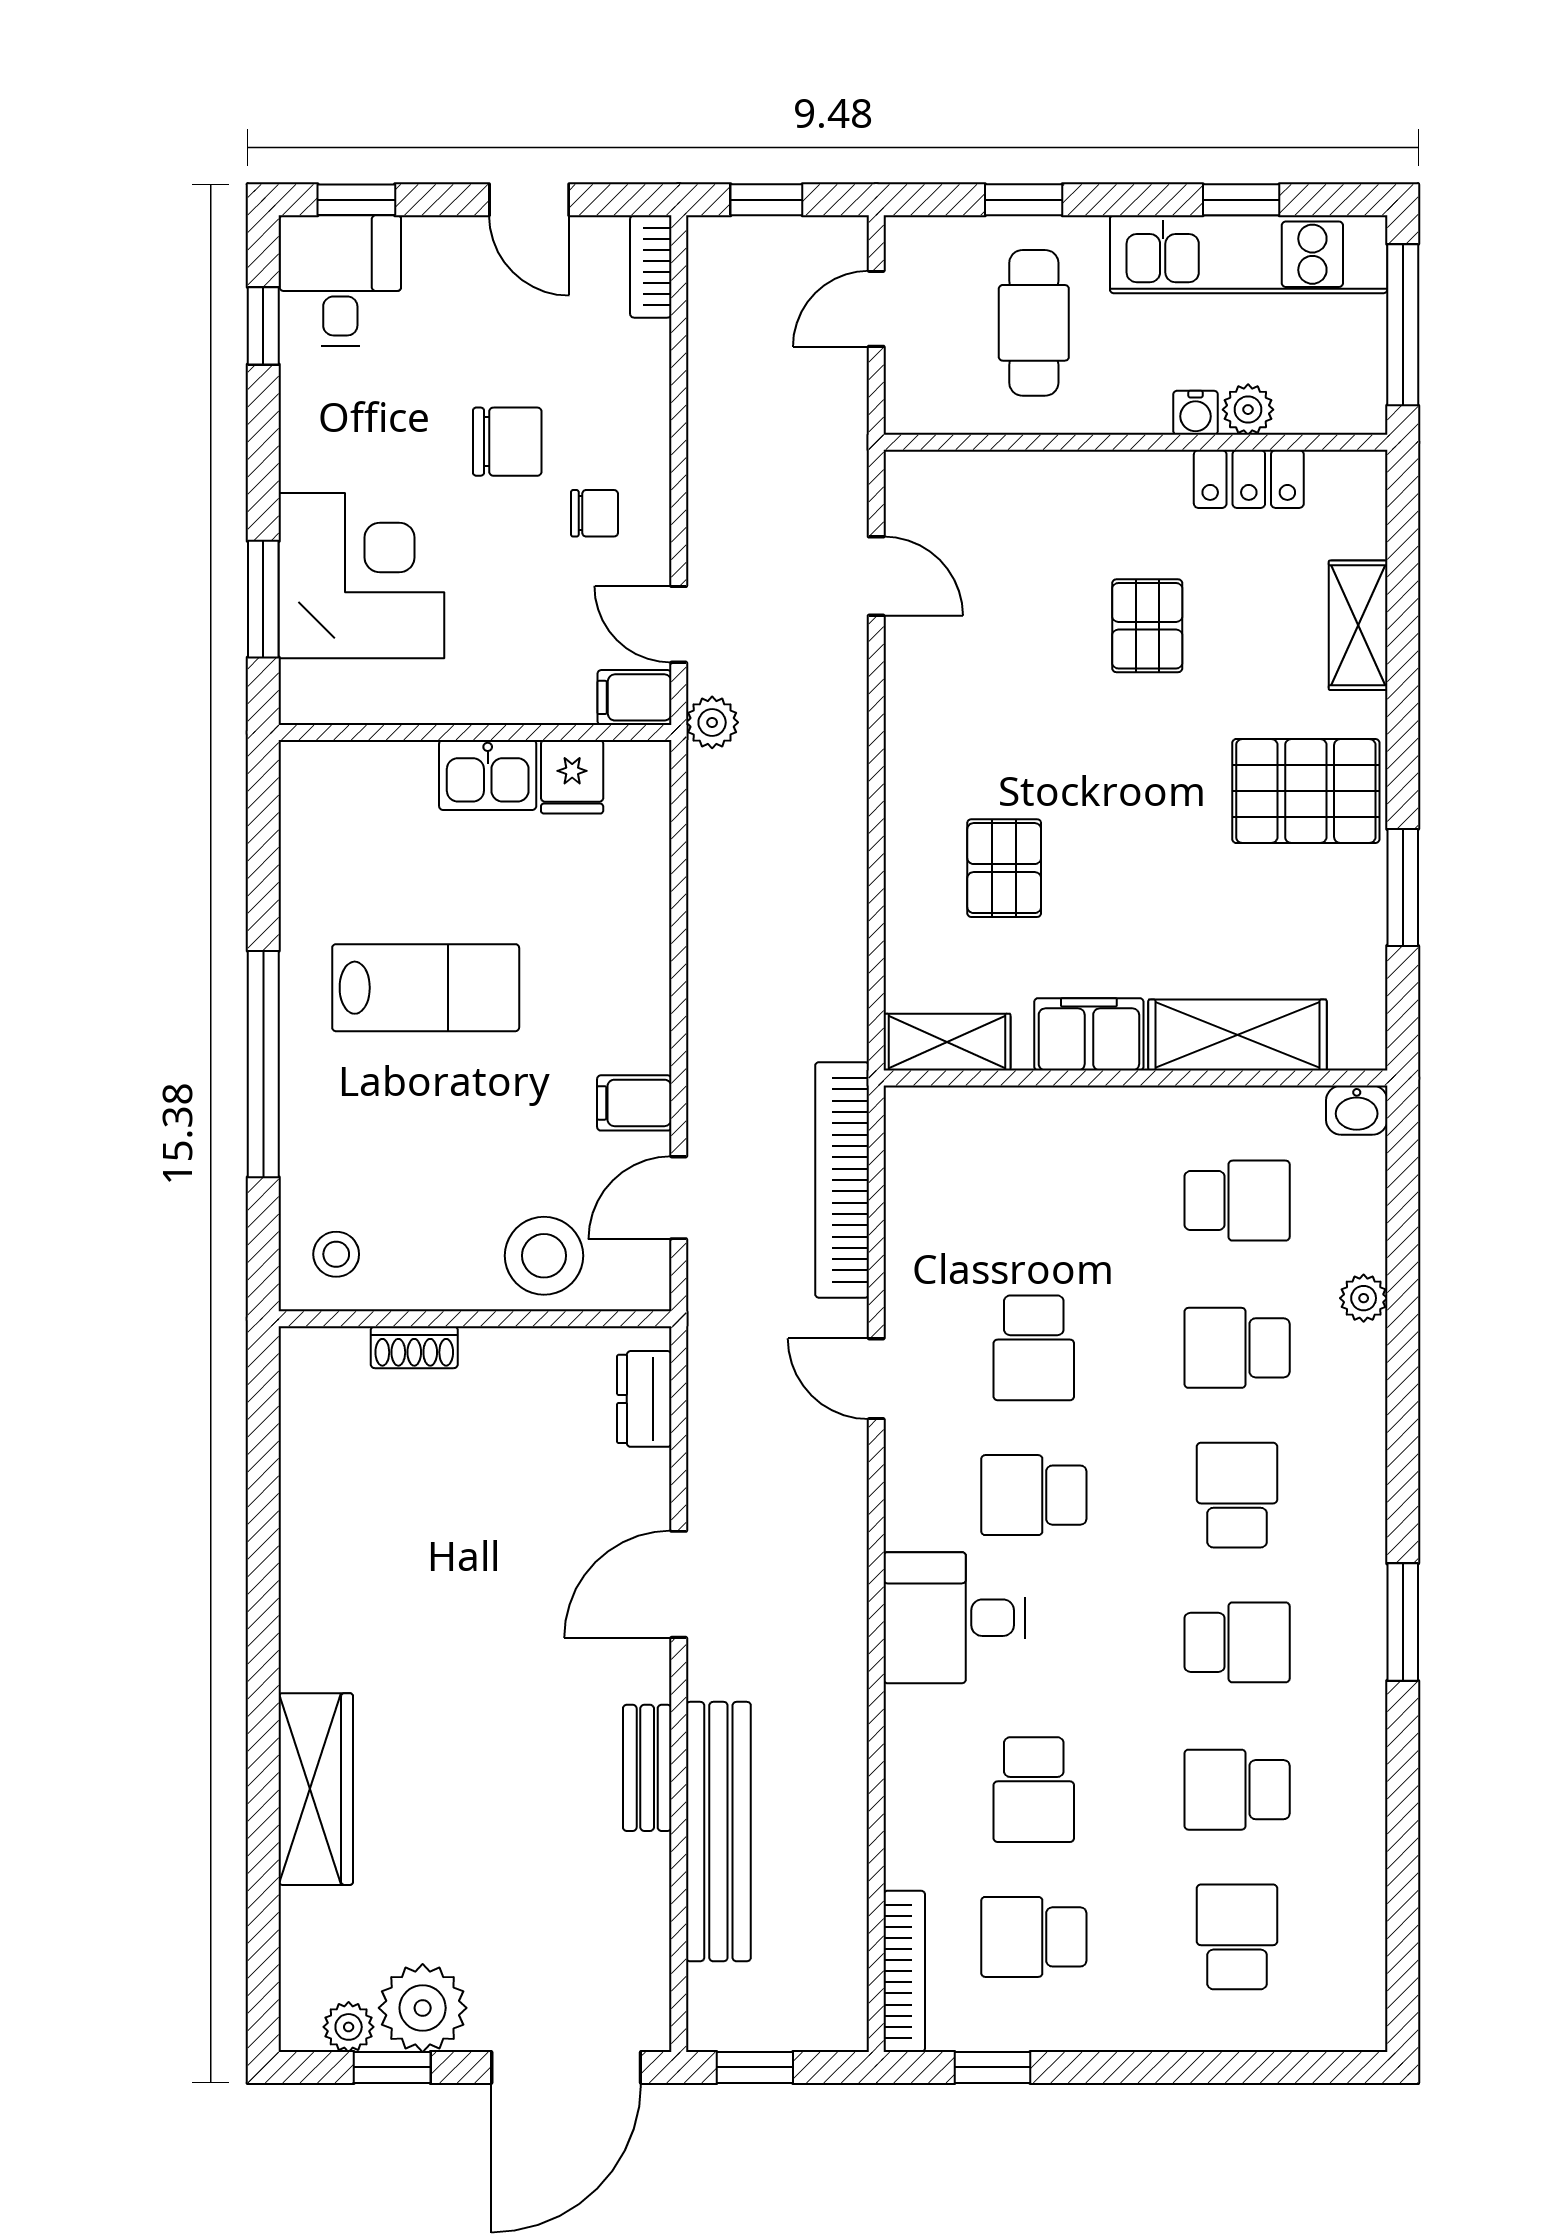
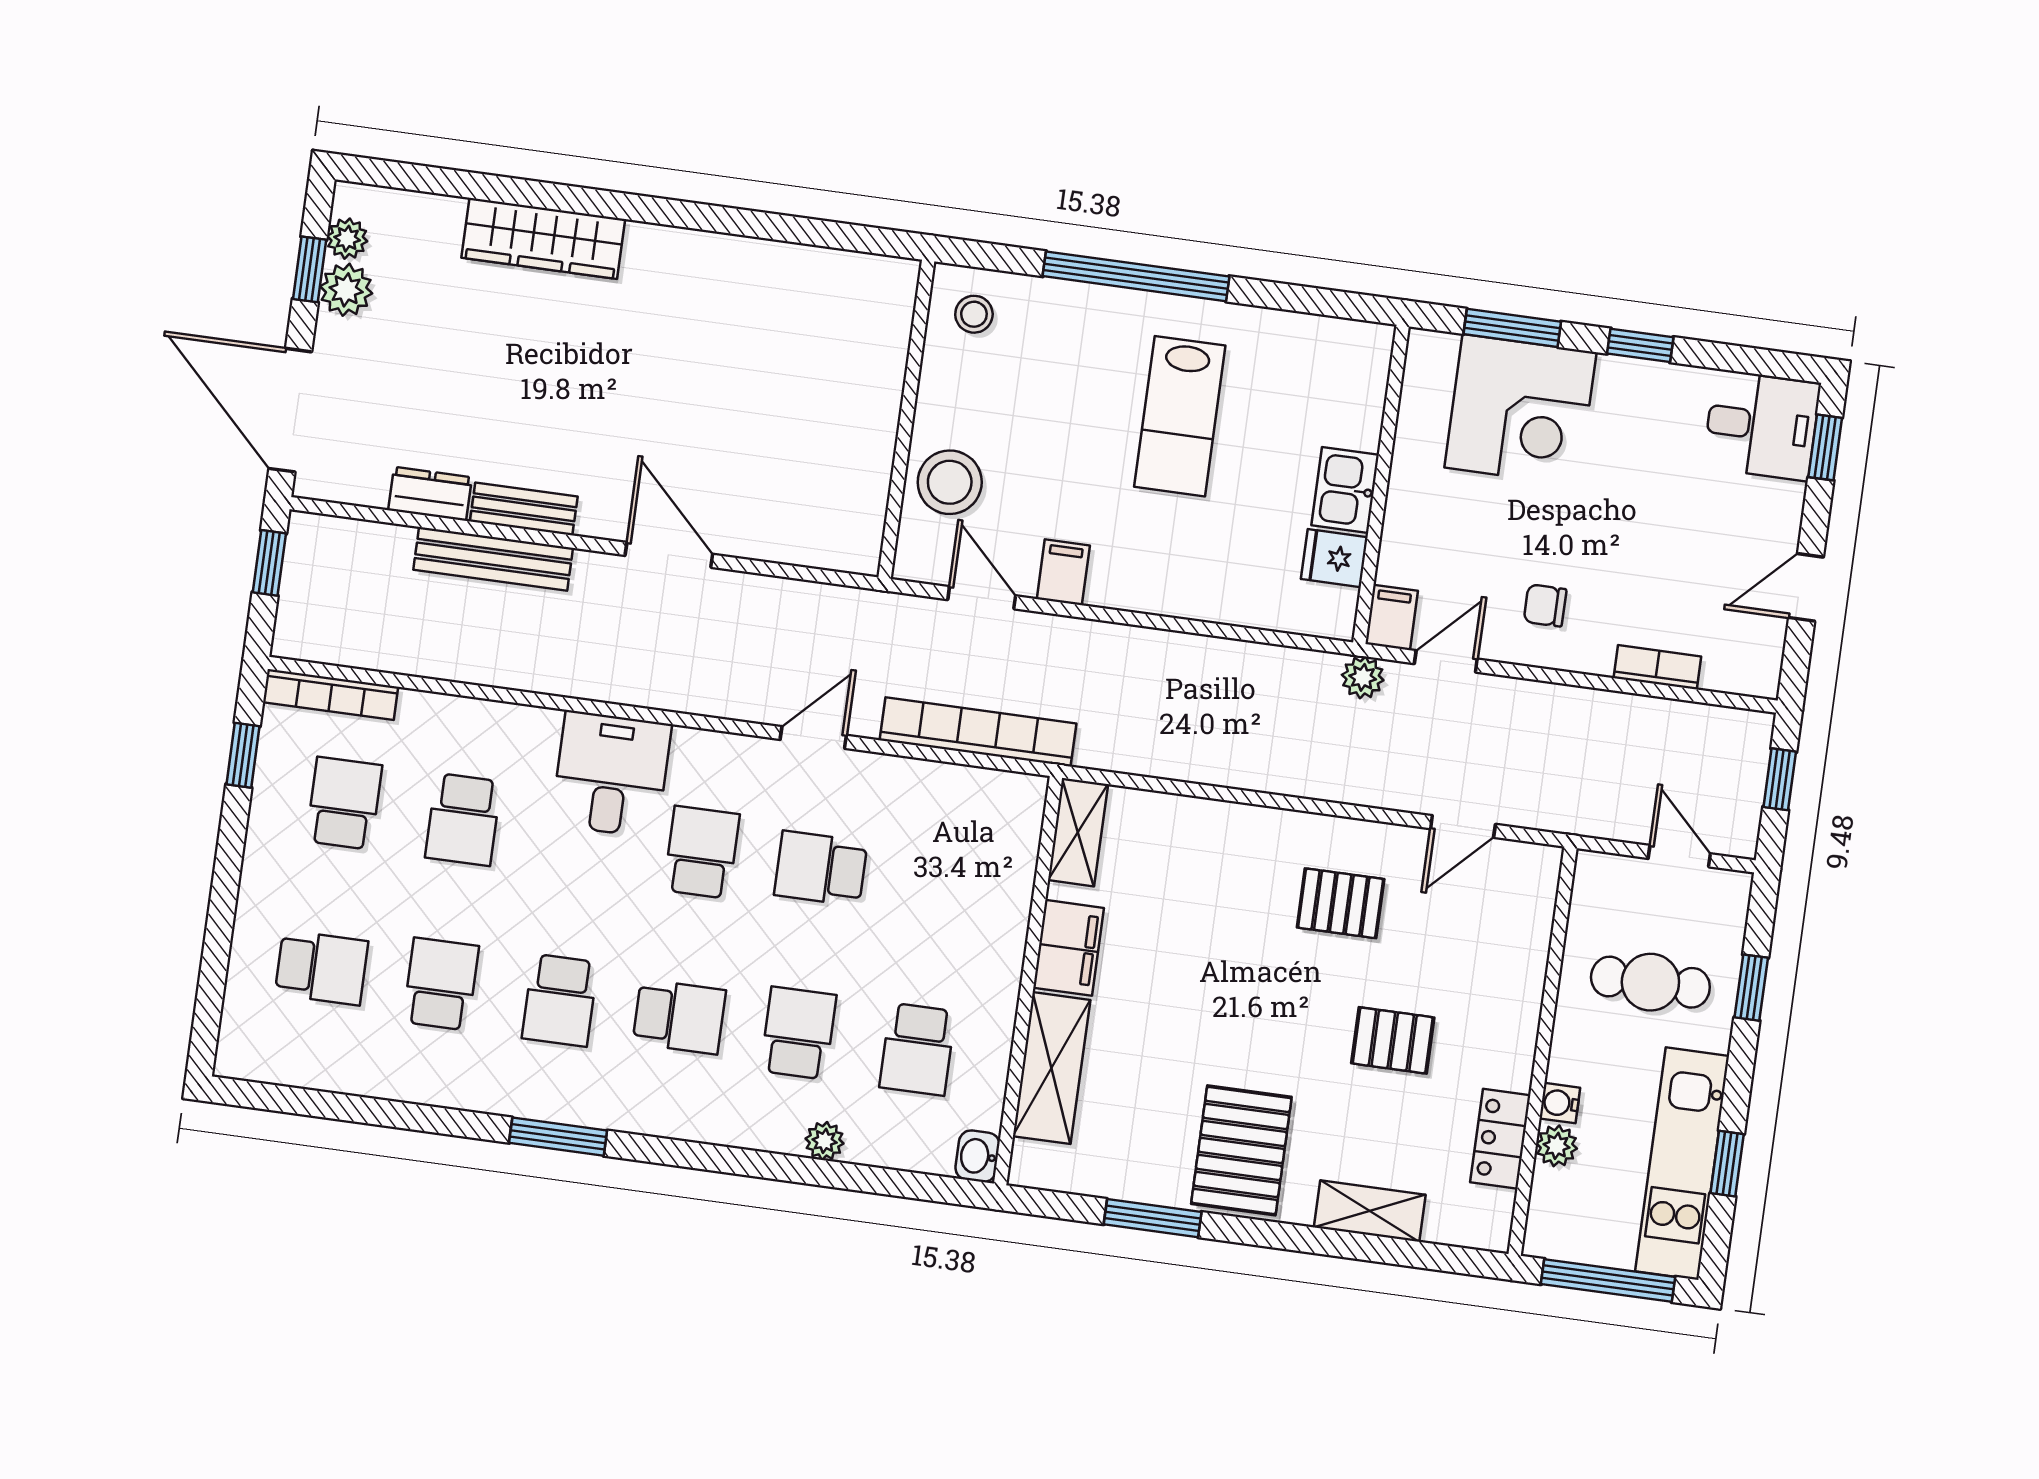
bookcase: (651, 266) -> (1657, 667), moved
window: (263, 326) -> (1640, 345), moved
chair: (507, 442) -> (1613, 543), removed
chair: (594, 513) -> (1545, 605), turned 90
pallet: (1004, 868) -> (1341, 903), moved
shoe rack: (414, 1347) -> (890, 367), removed
dresser: (644, 1399) -> (430, 494), moved
school desk: (1034, 1790) -> (463, 820), turned -90
bench: (718, 1832) -> (493, 559), width x0.73, depth x0.82
plant: (423, 2008) -> (346, 290), width x0.73, depth x0.73

